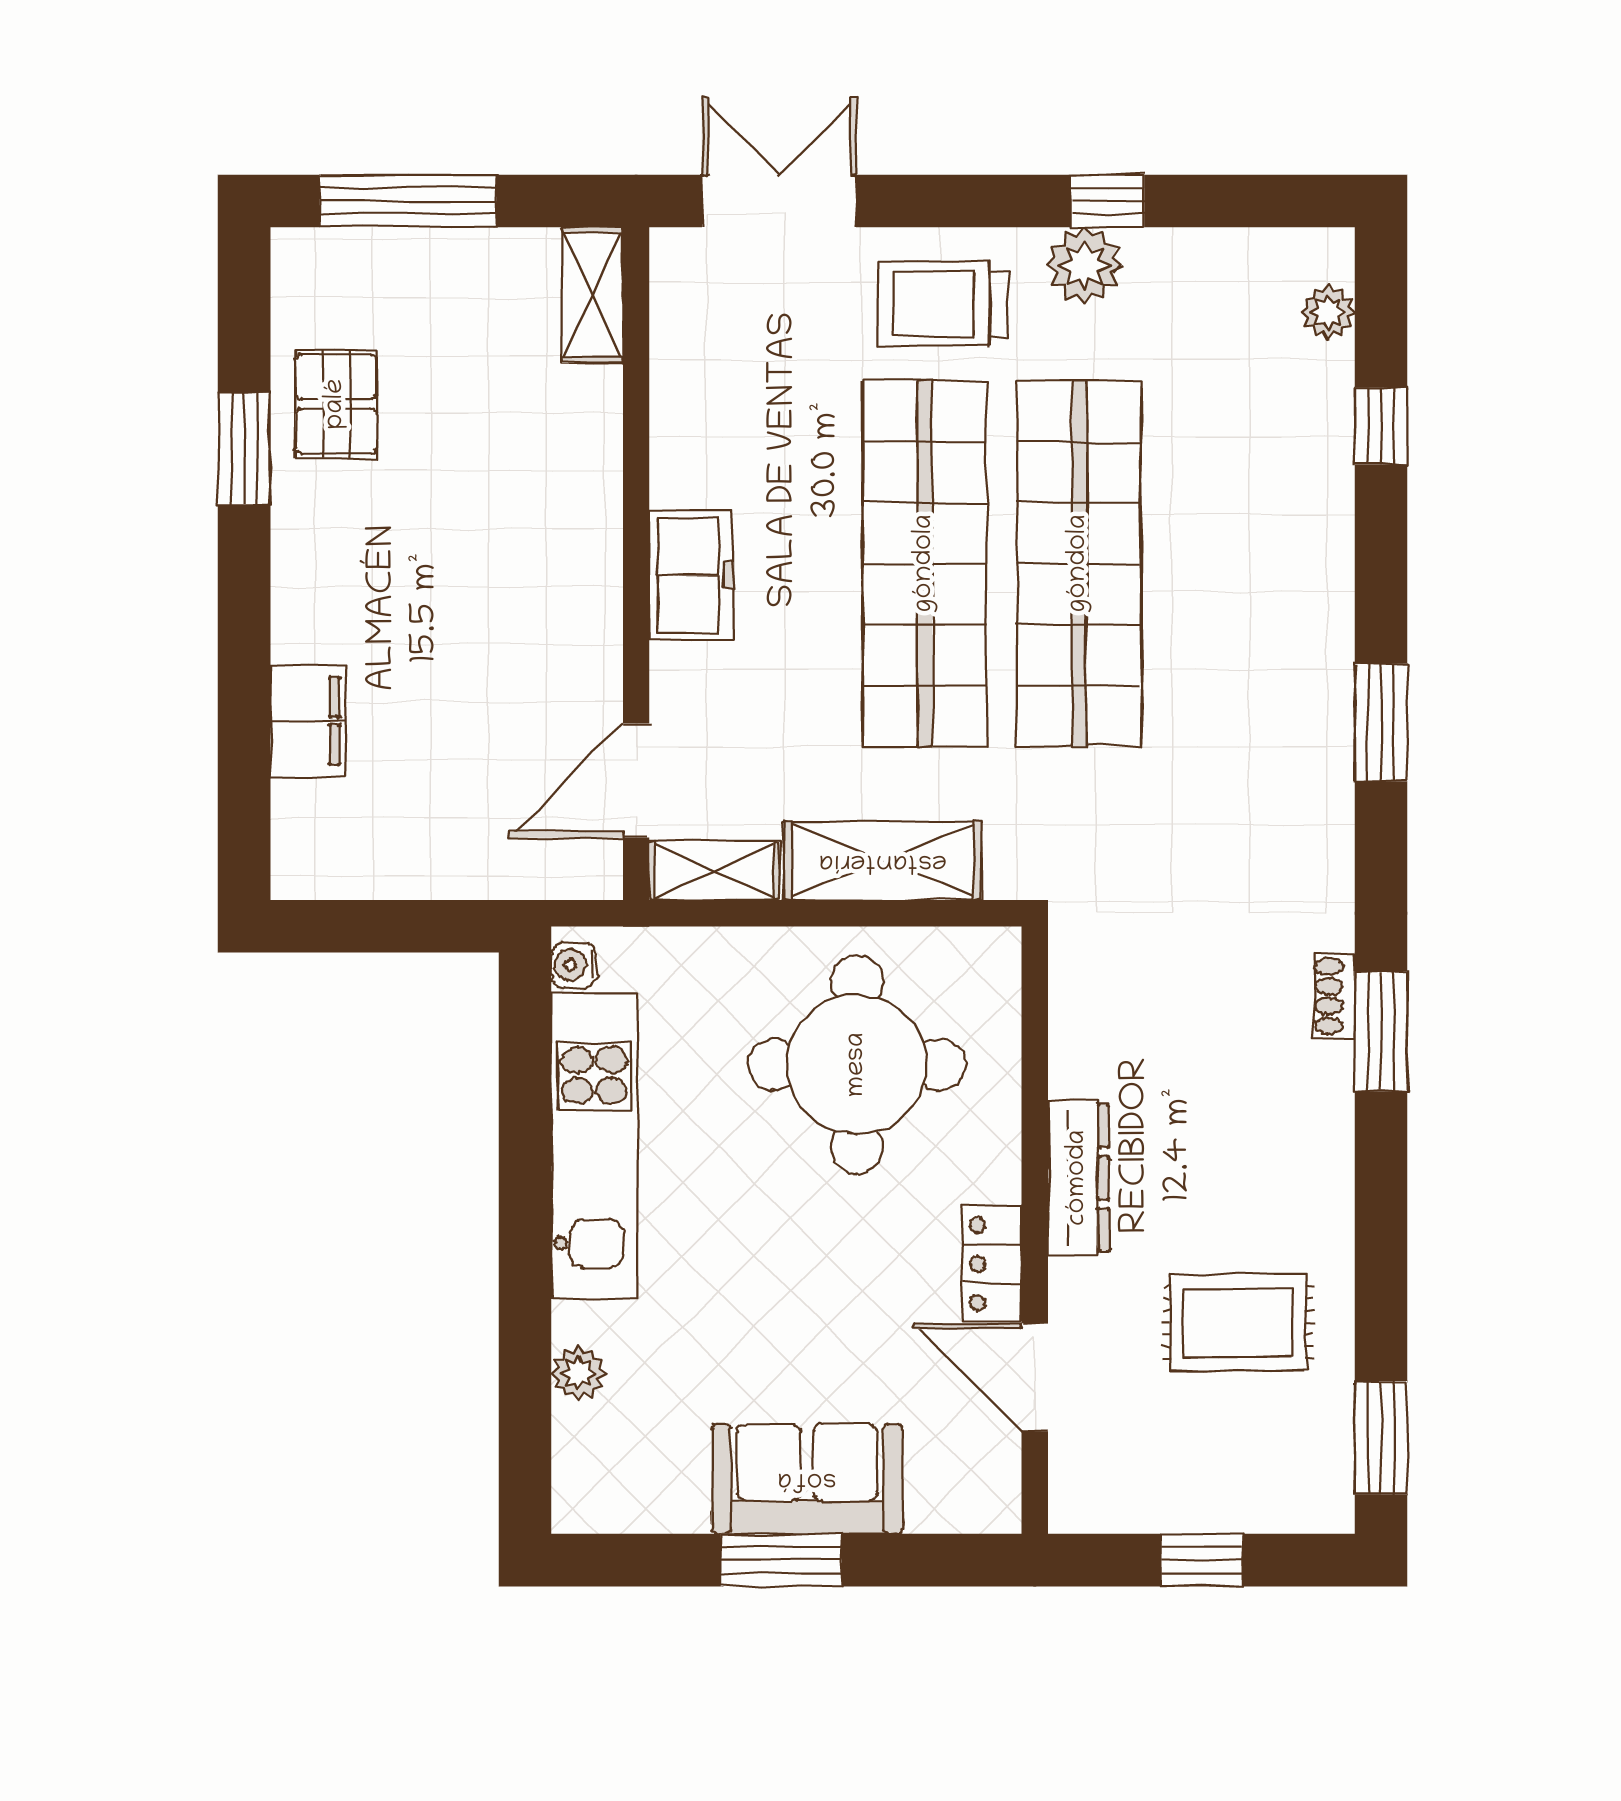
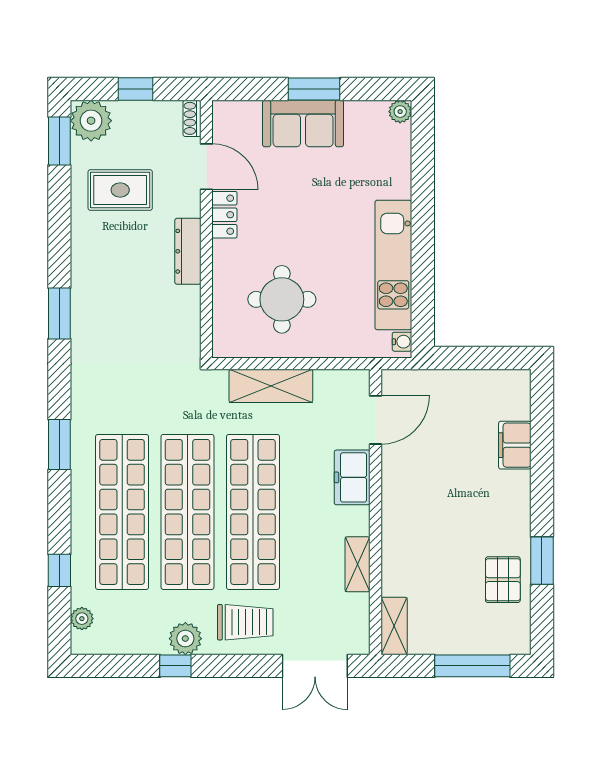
shop shelf: (1233, 564) -> (122, 512), added
freezer: (691, 575) -> (352, 477), moved
shelving: (714, 871) -> (358, 564), moved, turned 90
shoe rack: (1334, 996) -> (192, 118), moved, turned 180
round table: (857, 1065) -> (282, 299), width x0.73, depth x0.73
plant: (578, 1373) -> (400, 112), moved
plant: (1307, 1486) -> (91, 121), added

